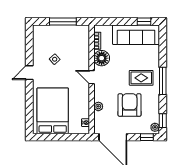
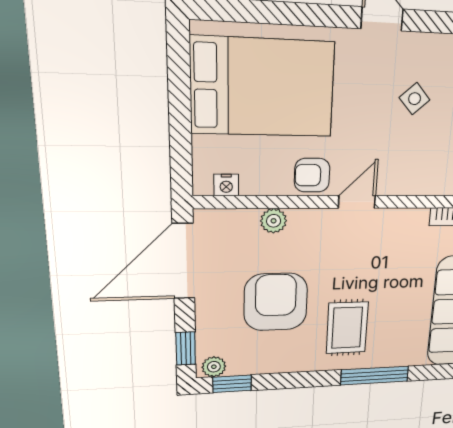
floor lamp: (102, 58) -> (406, 228), removed
window: (163, 81) -> (375, 376), moved
armchair: (82, 94) -> (312, 175), added
armchair: (130, 105) -> (276, 302), turned -90

